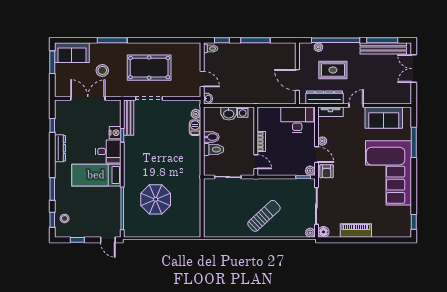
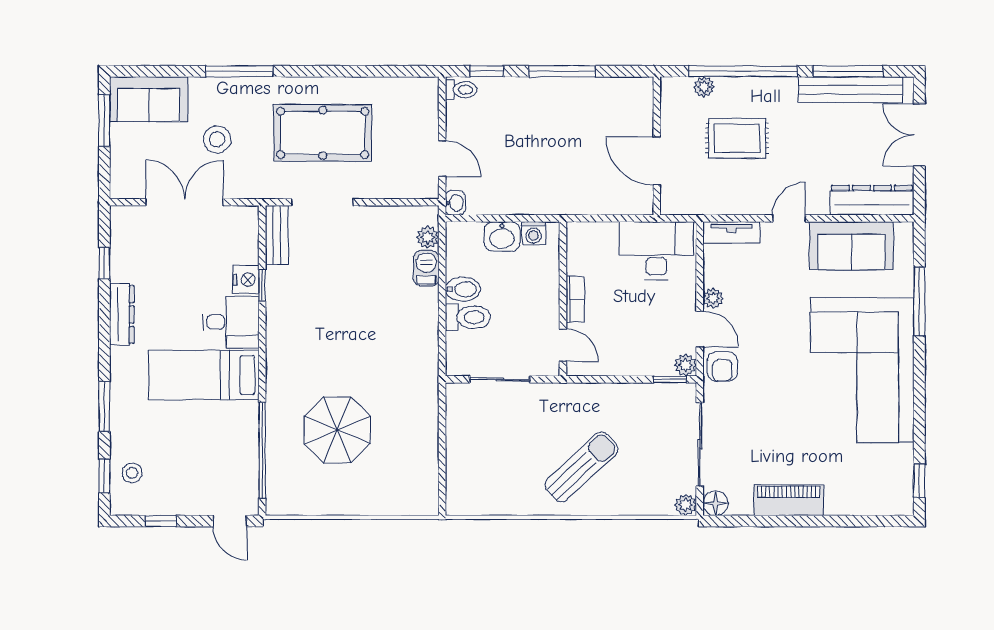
dresser: (324, 97) -> (872, 200), moved
bench: (129, 118) -> (277, 235), width x0.73

